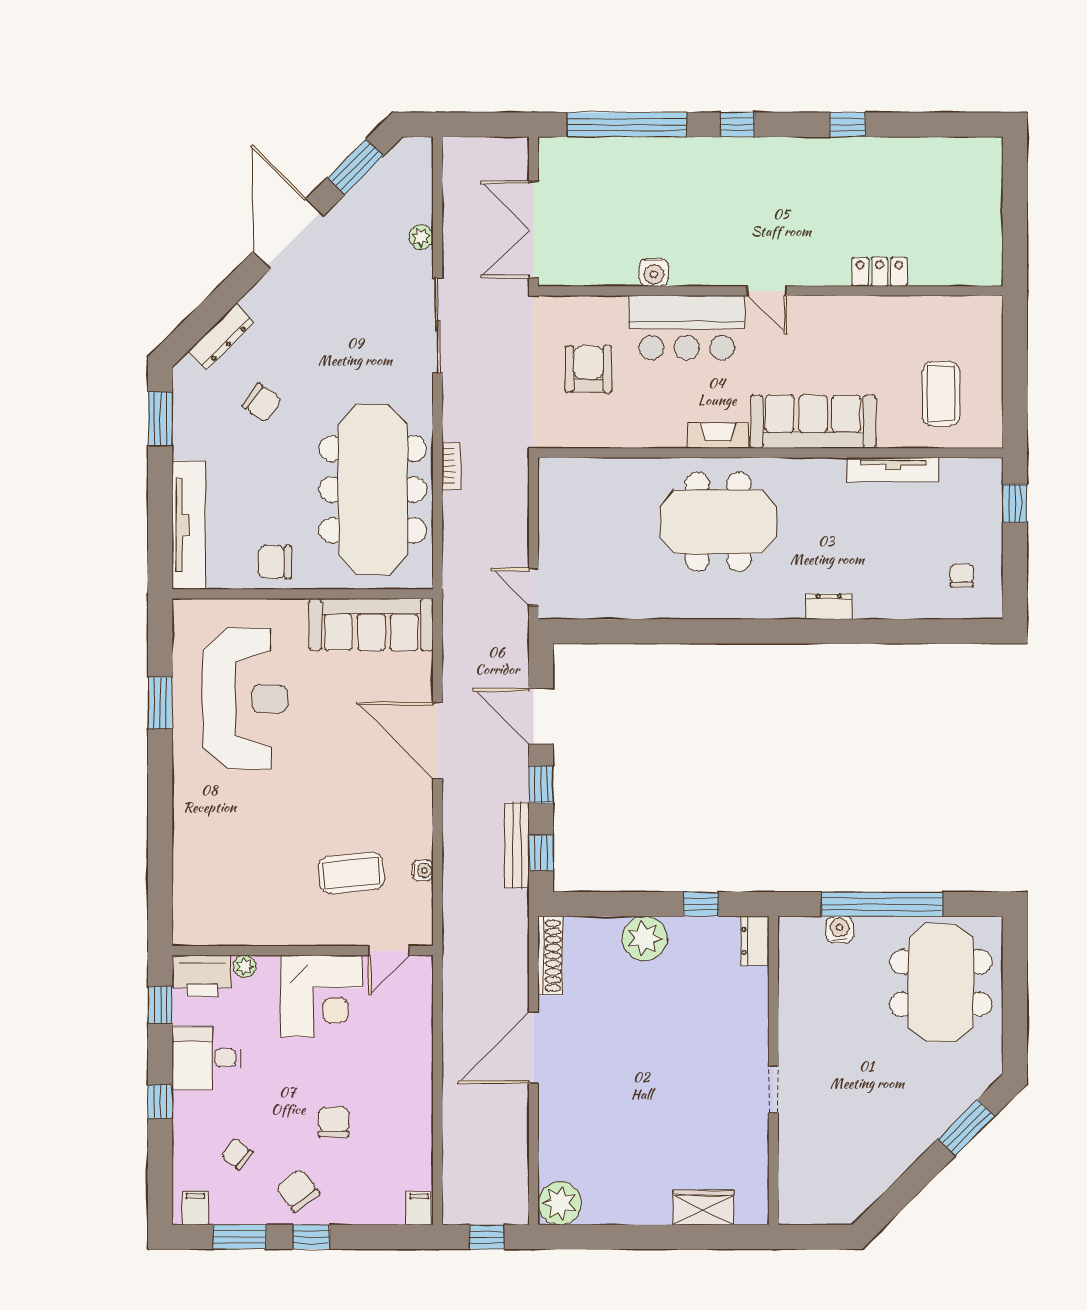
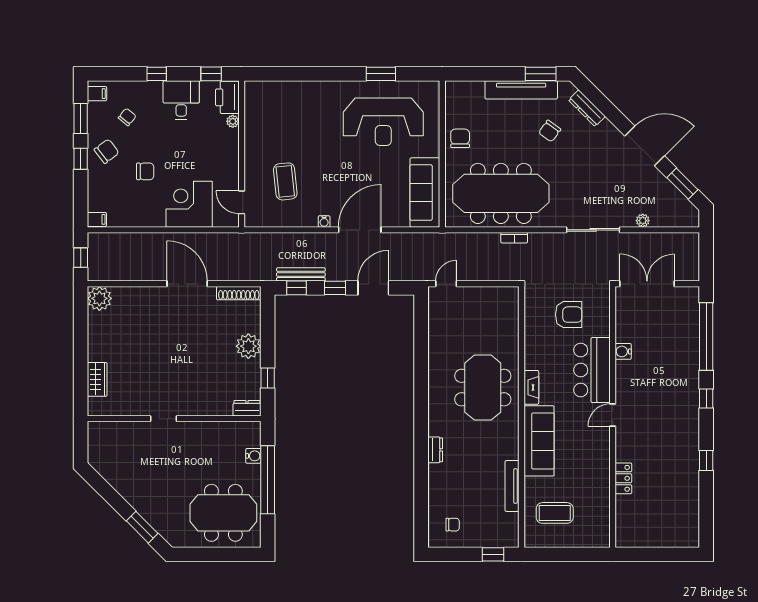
tv unit: (189, 525) -> (521, 90), moved
water cooler: (423, 871) -> (324, 221), moved
corner desk: (322, 996) -> (189, 204), moved, turned 90

